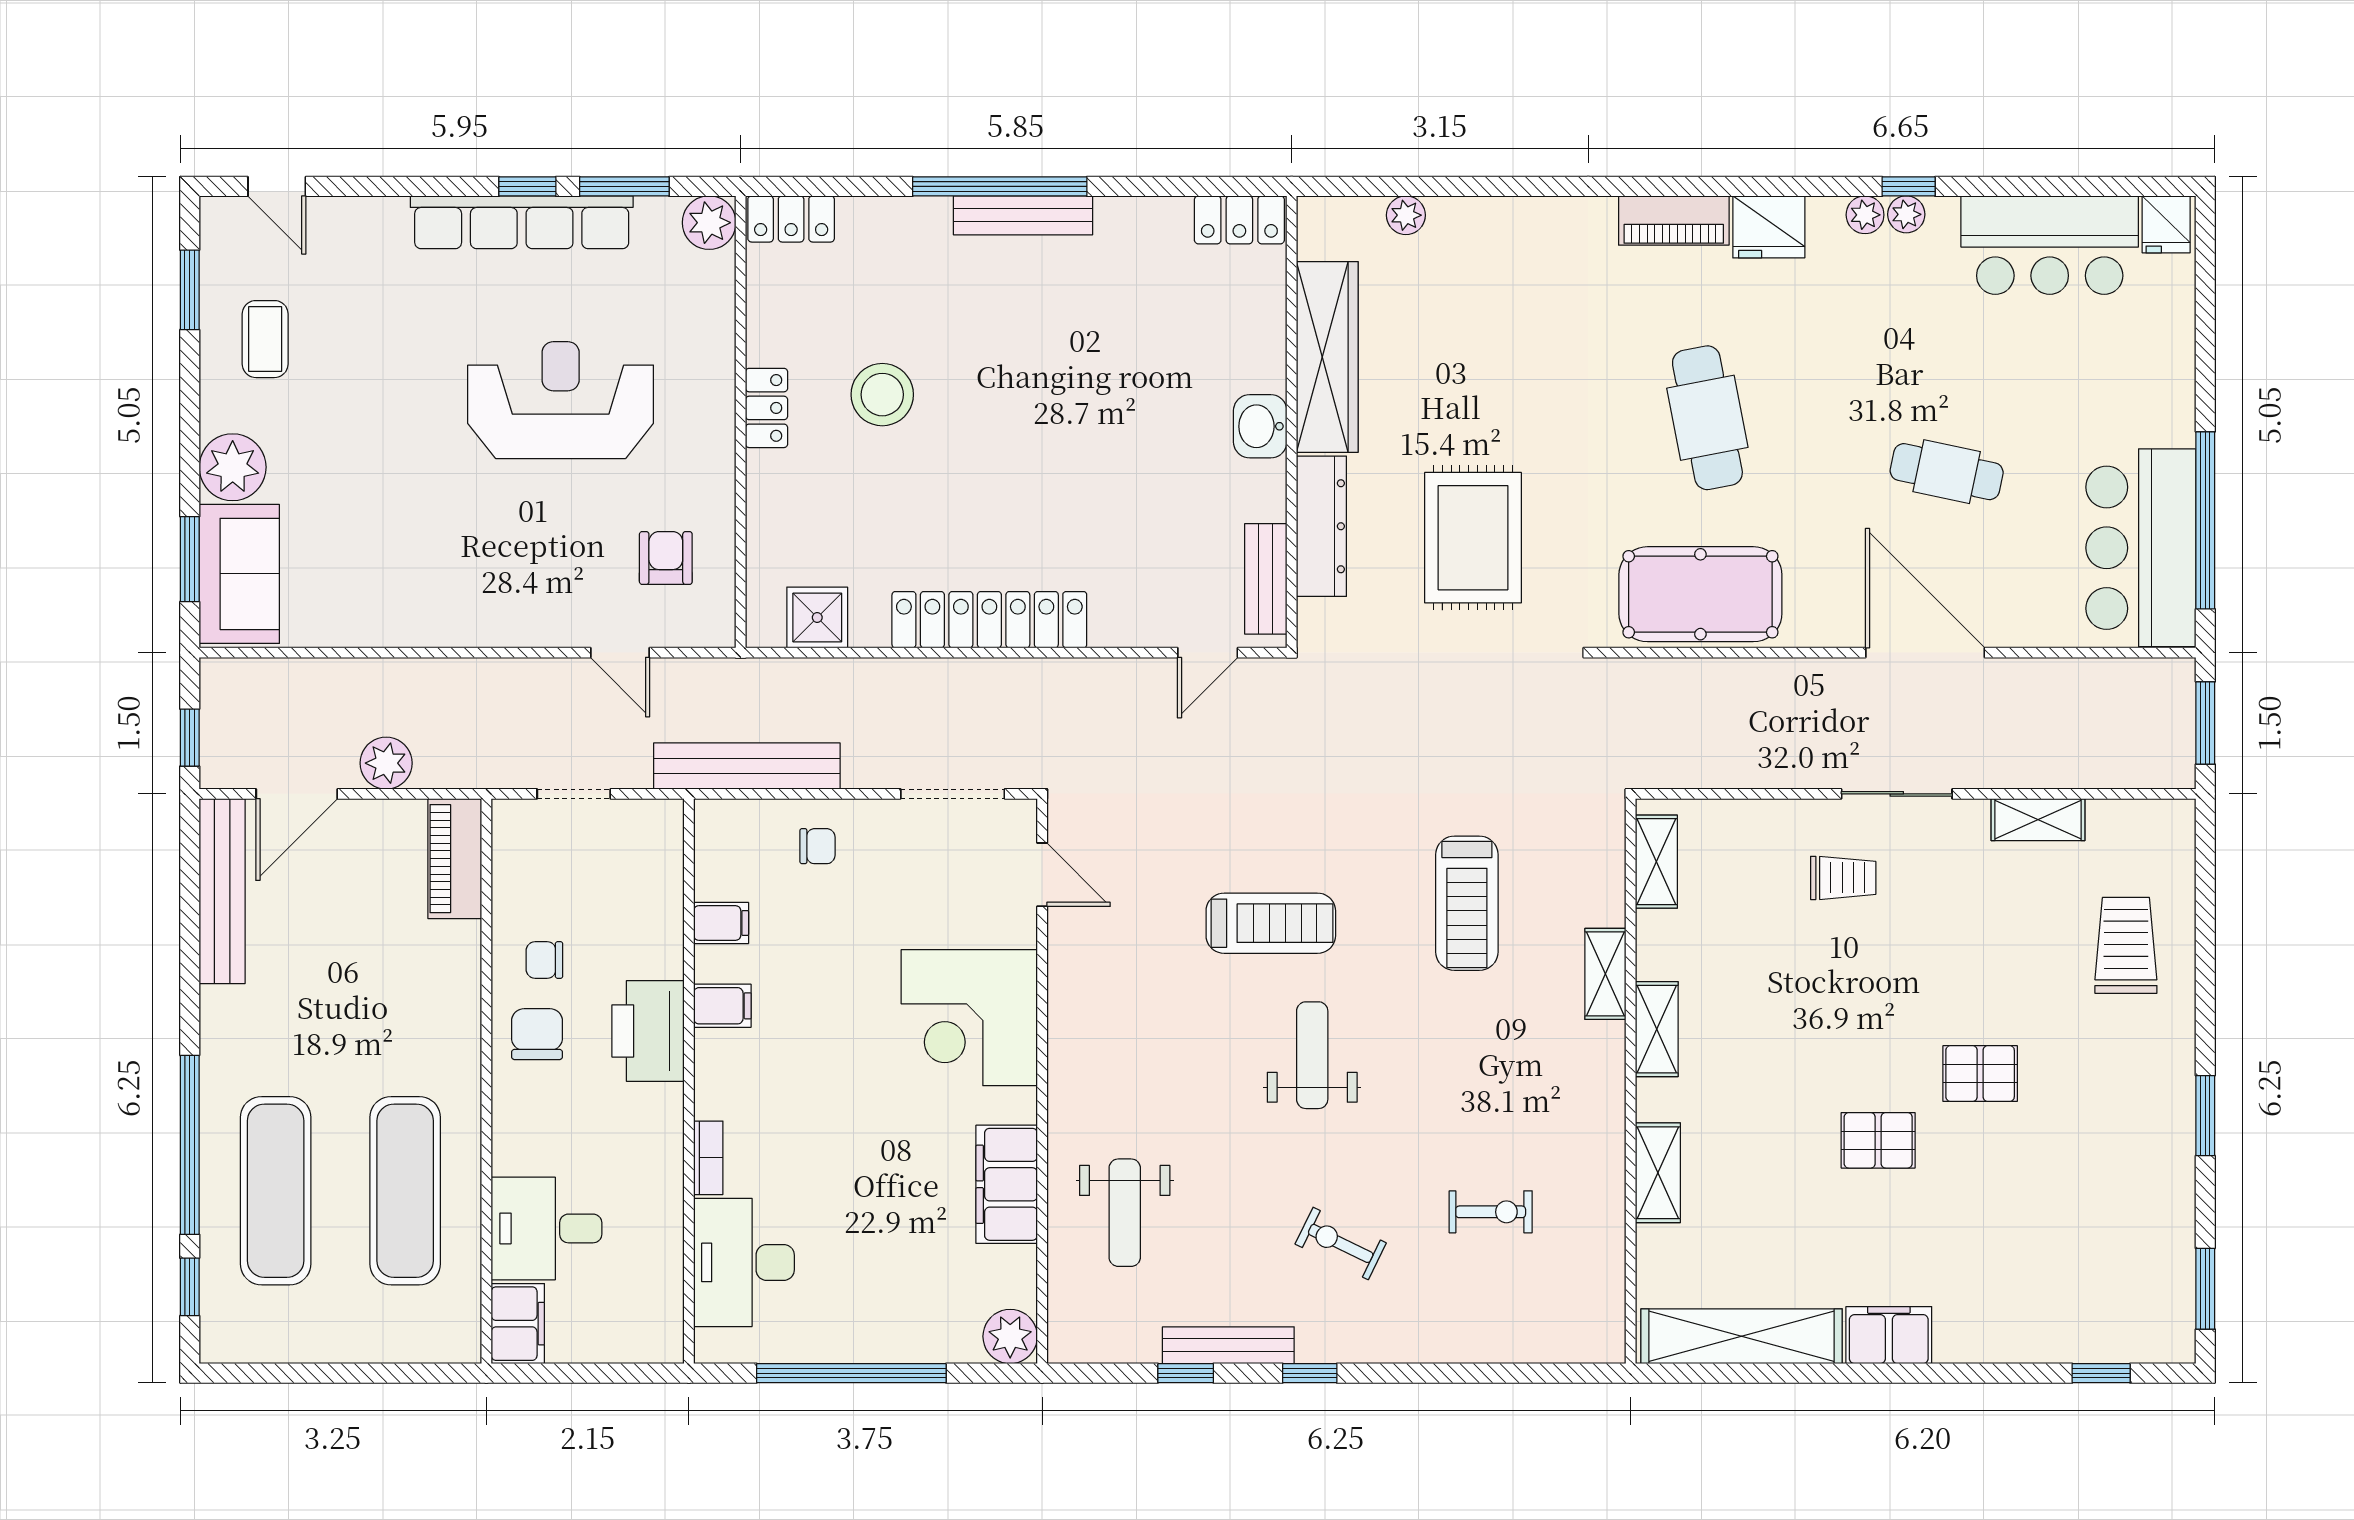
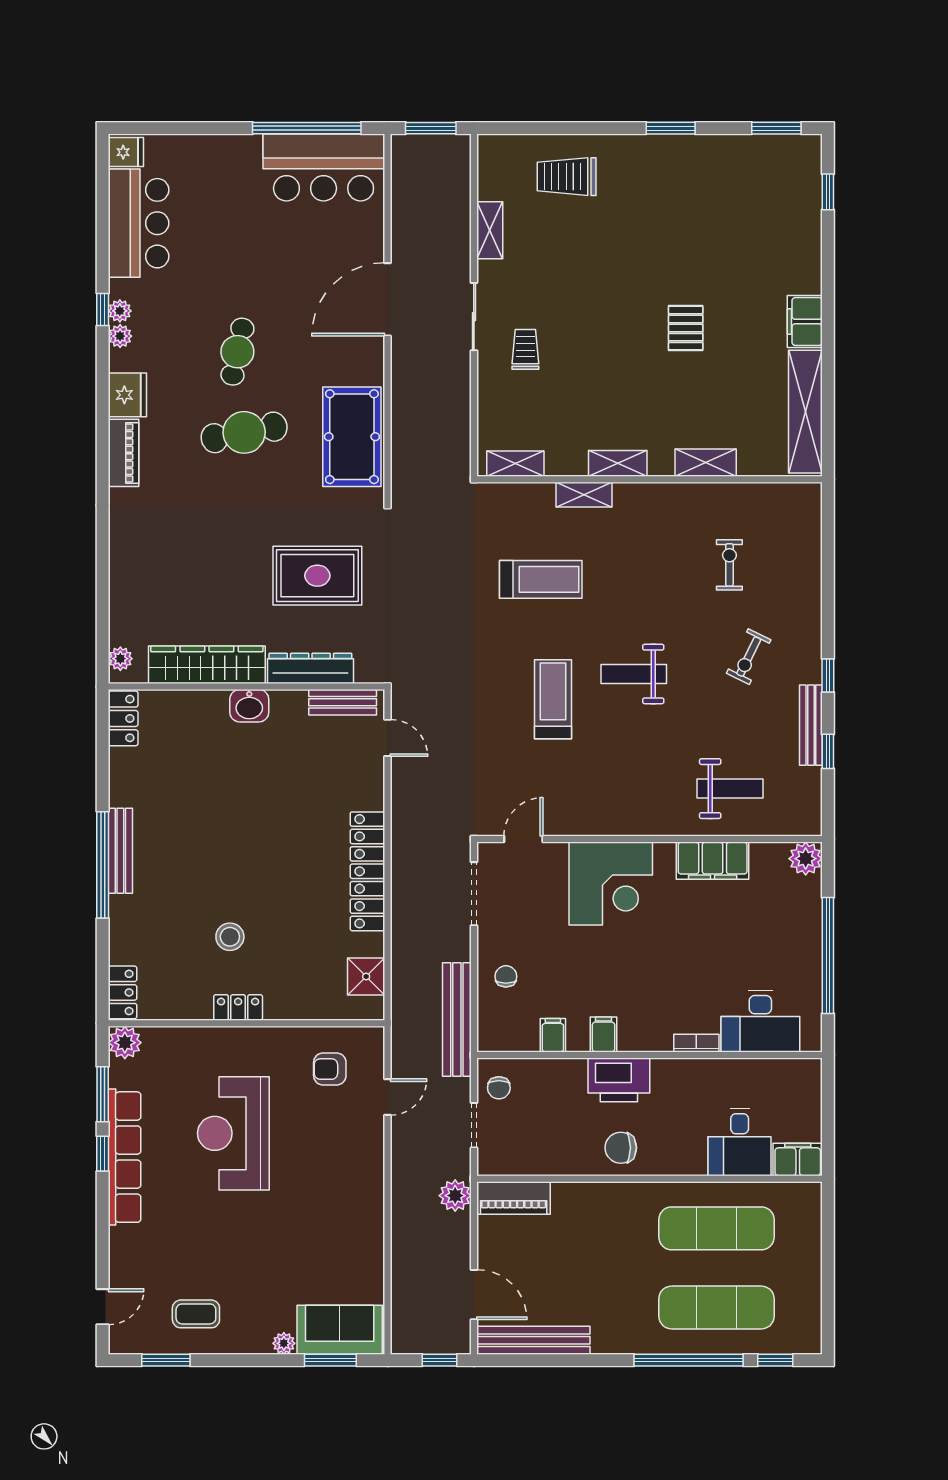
plant: (1406, 215) -> (120, 659), moved
stool: (882, 395) -> (230, 937), width x0.73, depth x0.73
plant: (233, 467) -> (284, 1343), width x0.53, depth x0.53
cafe table: (1947, 472) -> (237, 352), moved
plant: (386, 763) -> (455, 1196), moved
chair: (544, 960) -> (499, 1088), moved
pallet: (1980, 1074) -> (645, 266), removed

